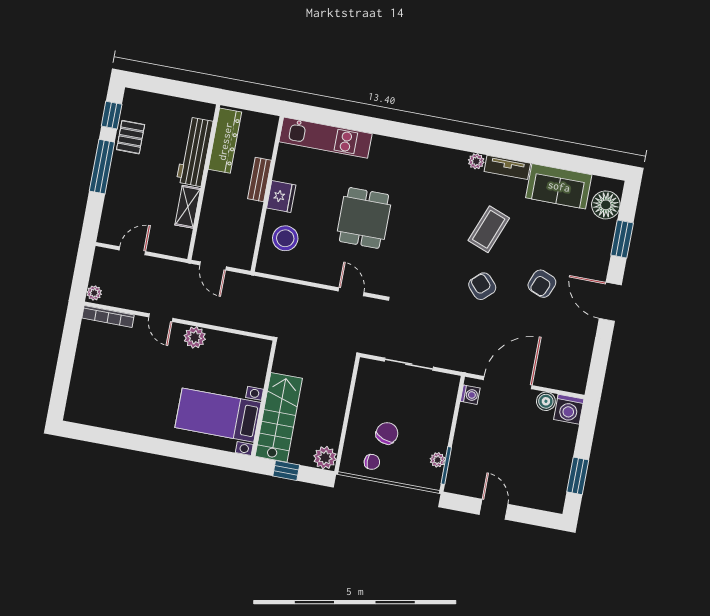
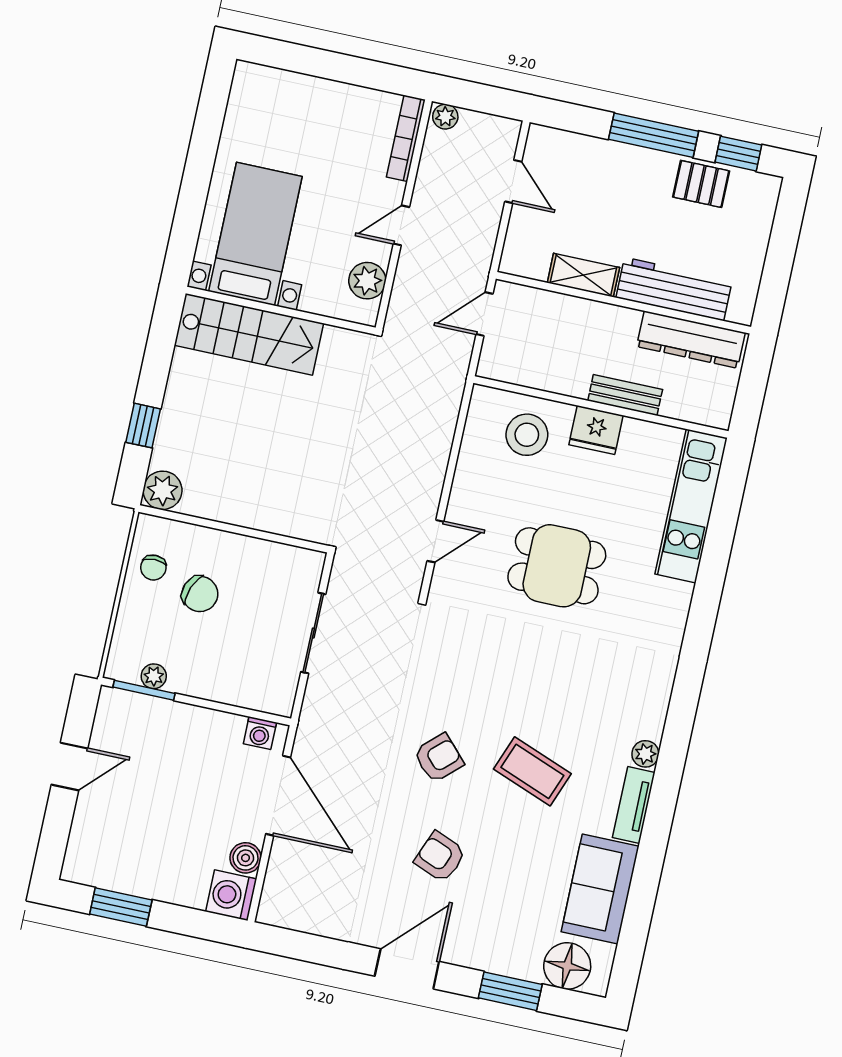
wall: (264, 399) -> (281, 310), moved
bed with nightstands: (218, 415) -> (255, 234), moved
stairs: (279, 417) -> (249, 334), moved

